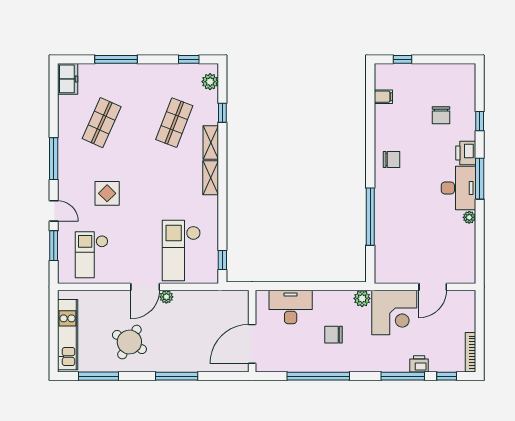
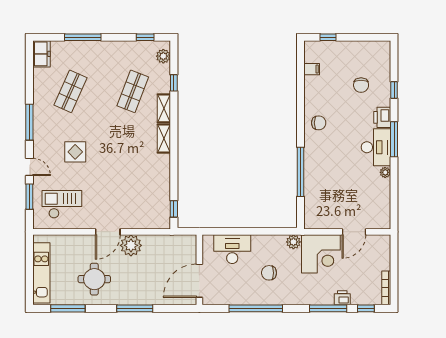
checkout: (181, 251) -> (139, 201), removed
checkout: (92, 255) -> (62, 204), turned 90
plant: (166, 297) -> (131, 245), width x1.87, depth x1.87
round table: (129, 342) -> (94, 279), turned -30

